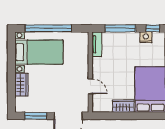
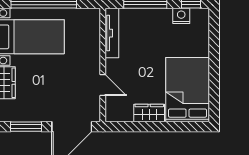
tv unit: (97, 44) -> (112, 33), width x1.41

